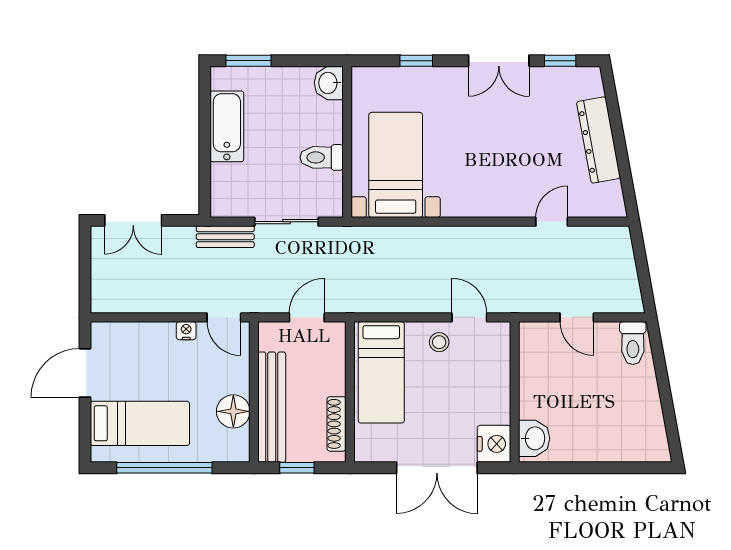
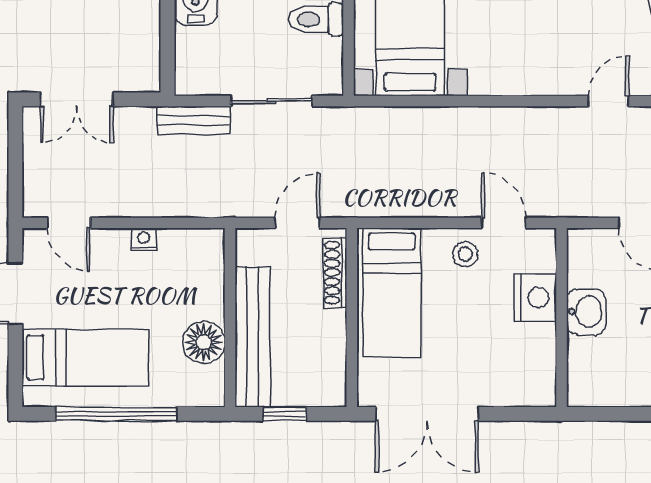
door: (224, 317) -> (69, 223), moved
shoe rack: (336, 424) -> (335, 273), moved
washbasin: (534, 438) -> (586, 312), moved
nightstand: (494, 444) -> (535, 297), moved
double door: (437, 468) -> (427, 414), moved

